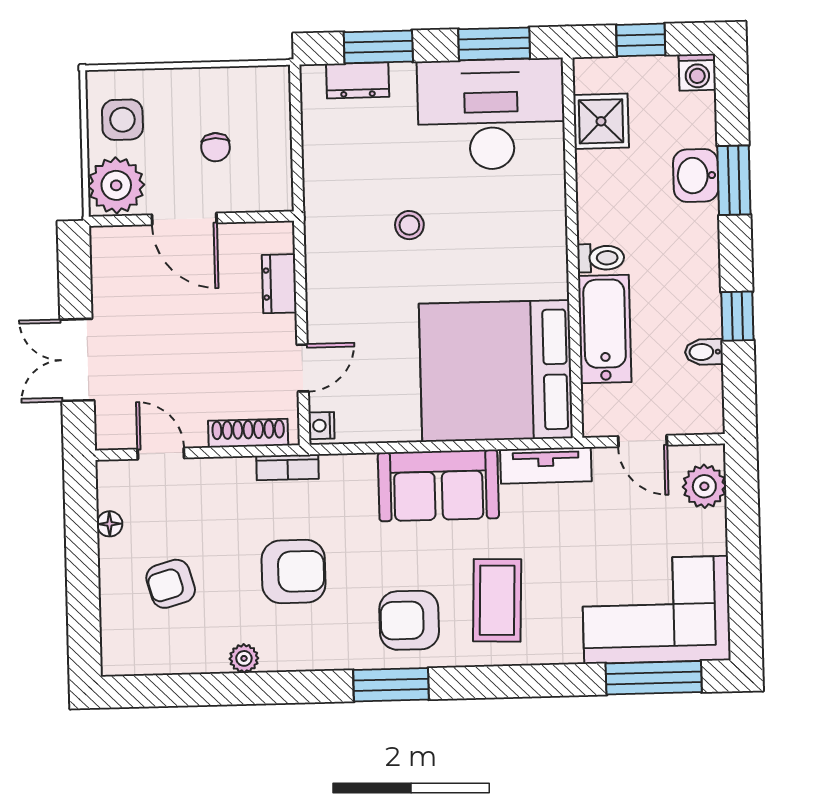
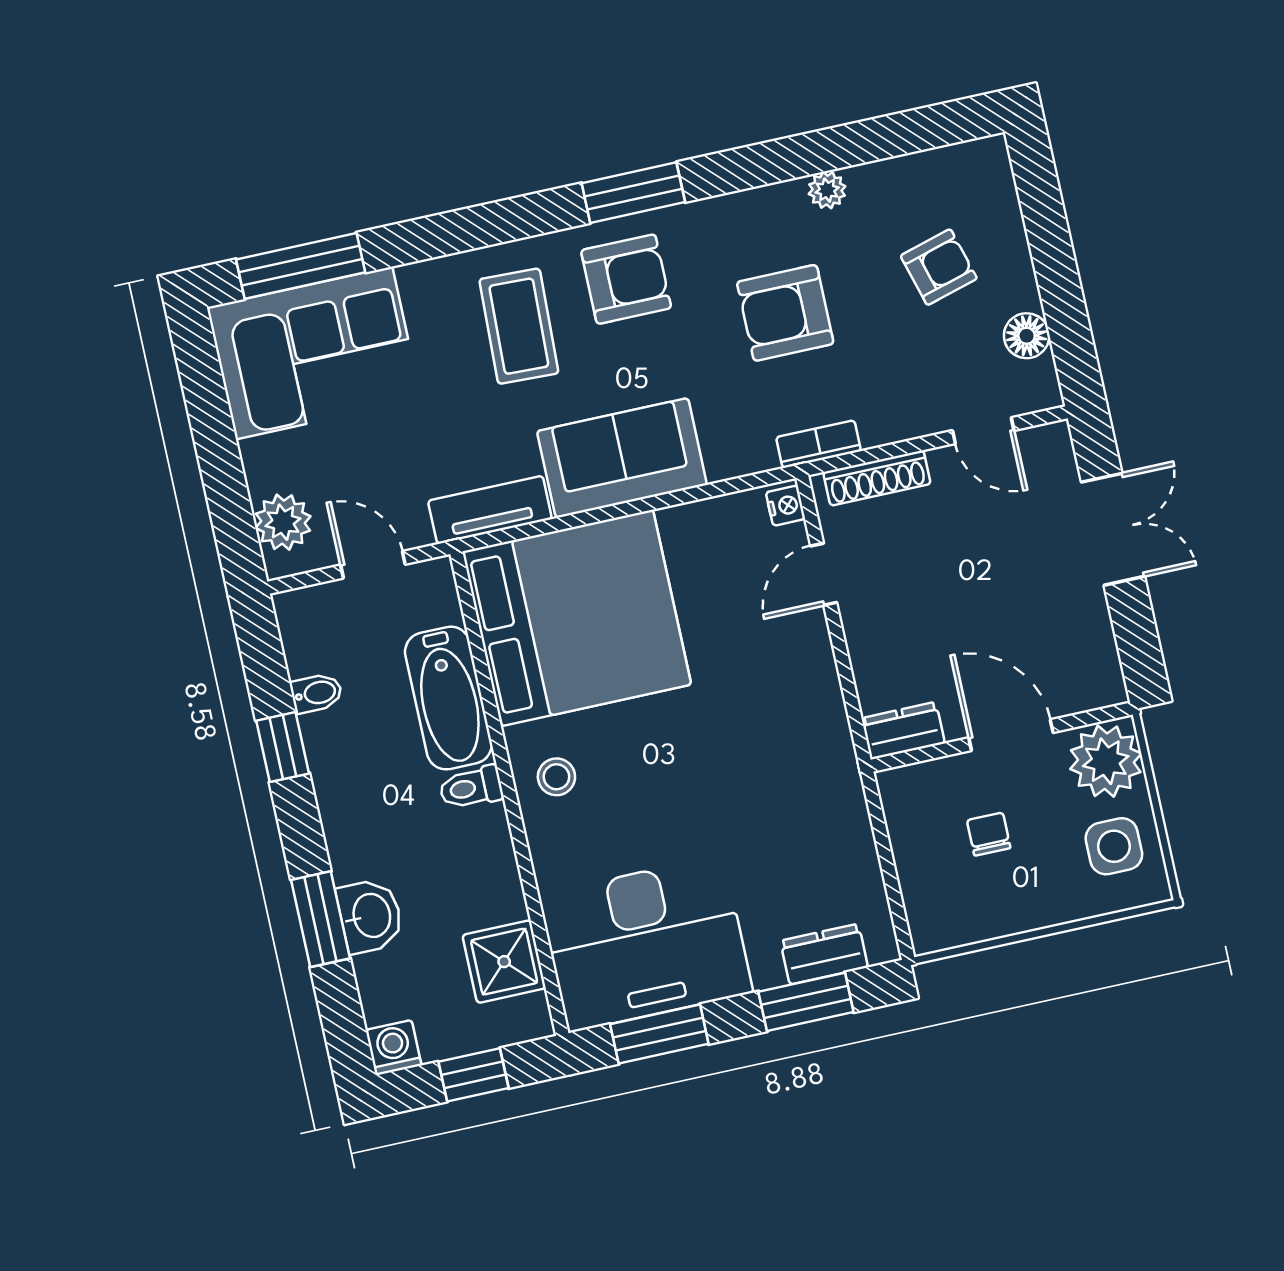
stool: (409, 225) -> (556, 777), moved
dresser: (279, 284) -> (903, 731), moved, turned -90
floor lamp: (110, 524) -> (1027, 336), width x1.37, depth x1.37

